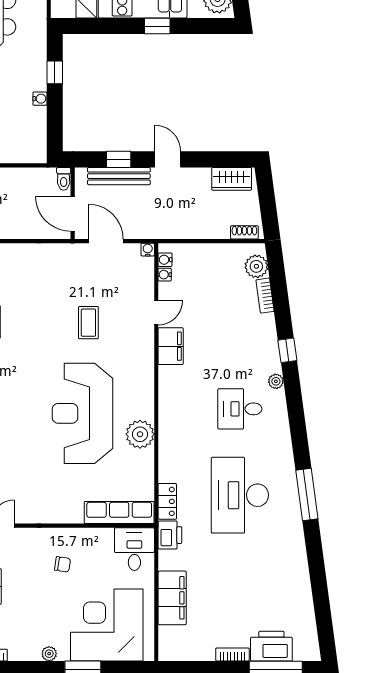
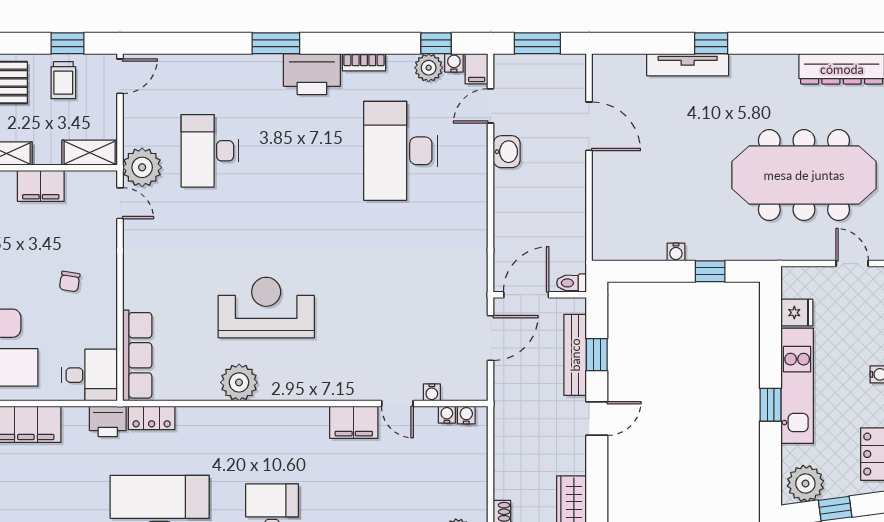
water cooler: (148, 250) -> (432, 392), moved, turned 90
coffee table: (88, 323) -> (384, 315), removed
reception desk: (82, 413) -> (266, 308), width x0.74, depth x0.77

